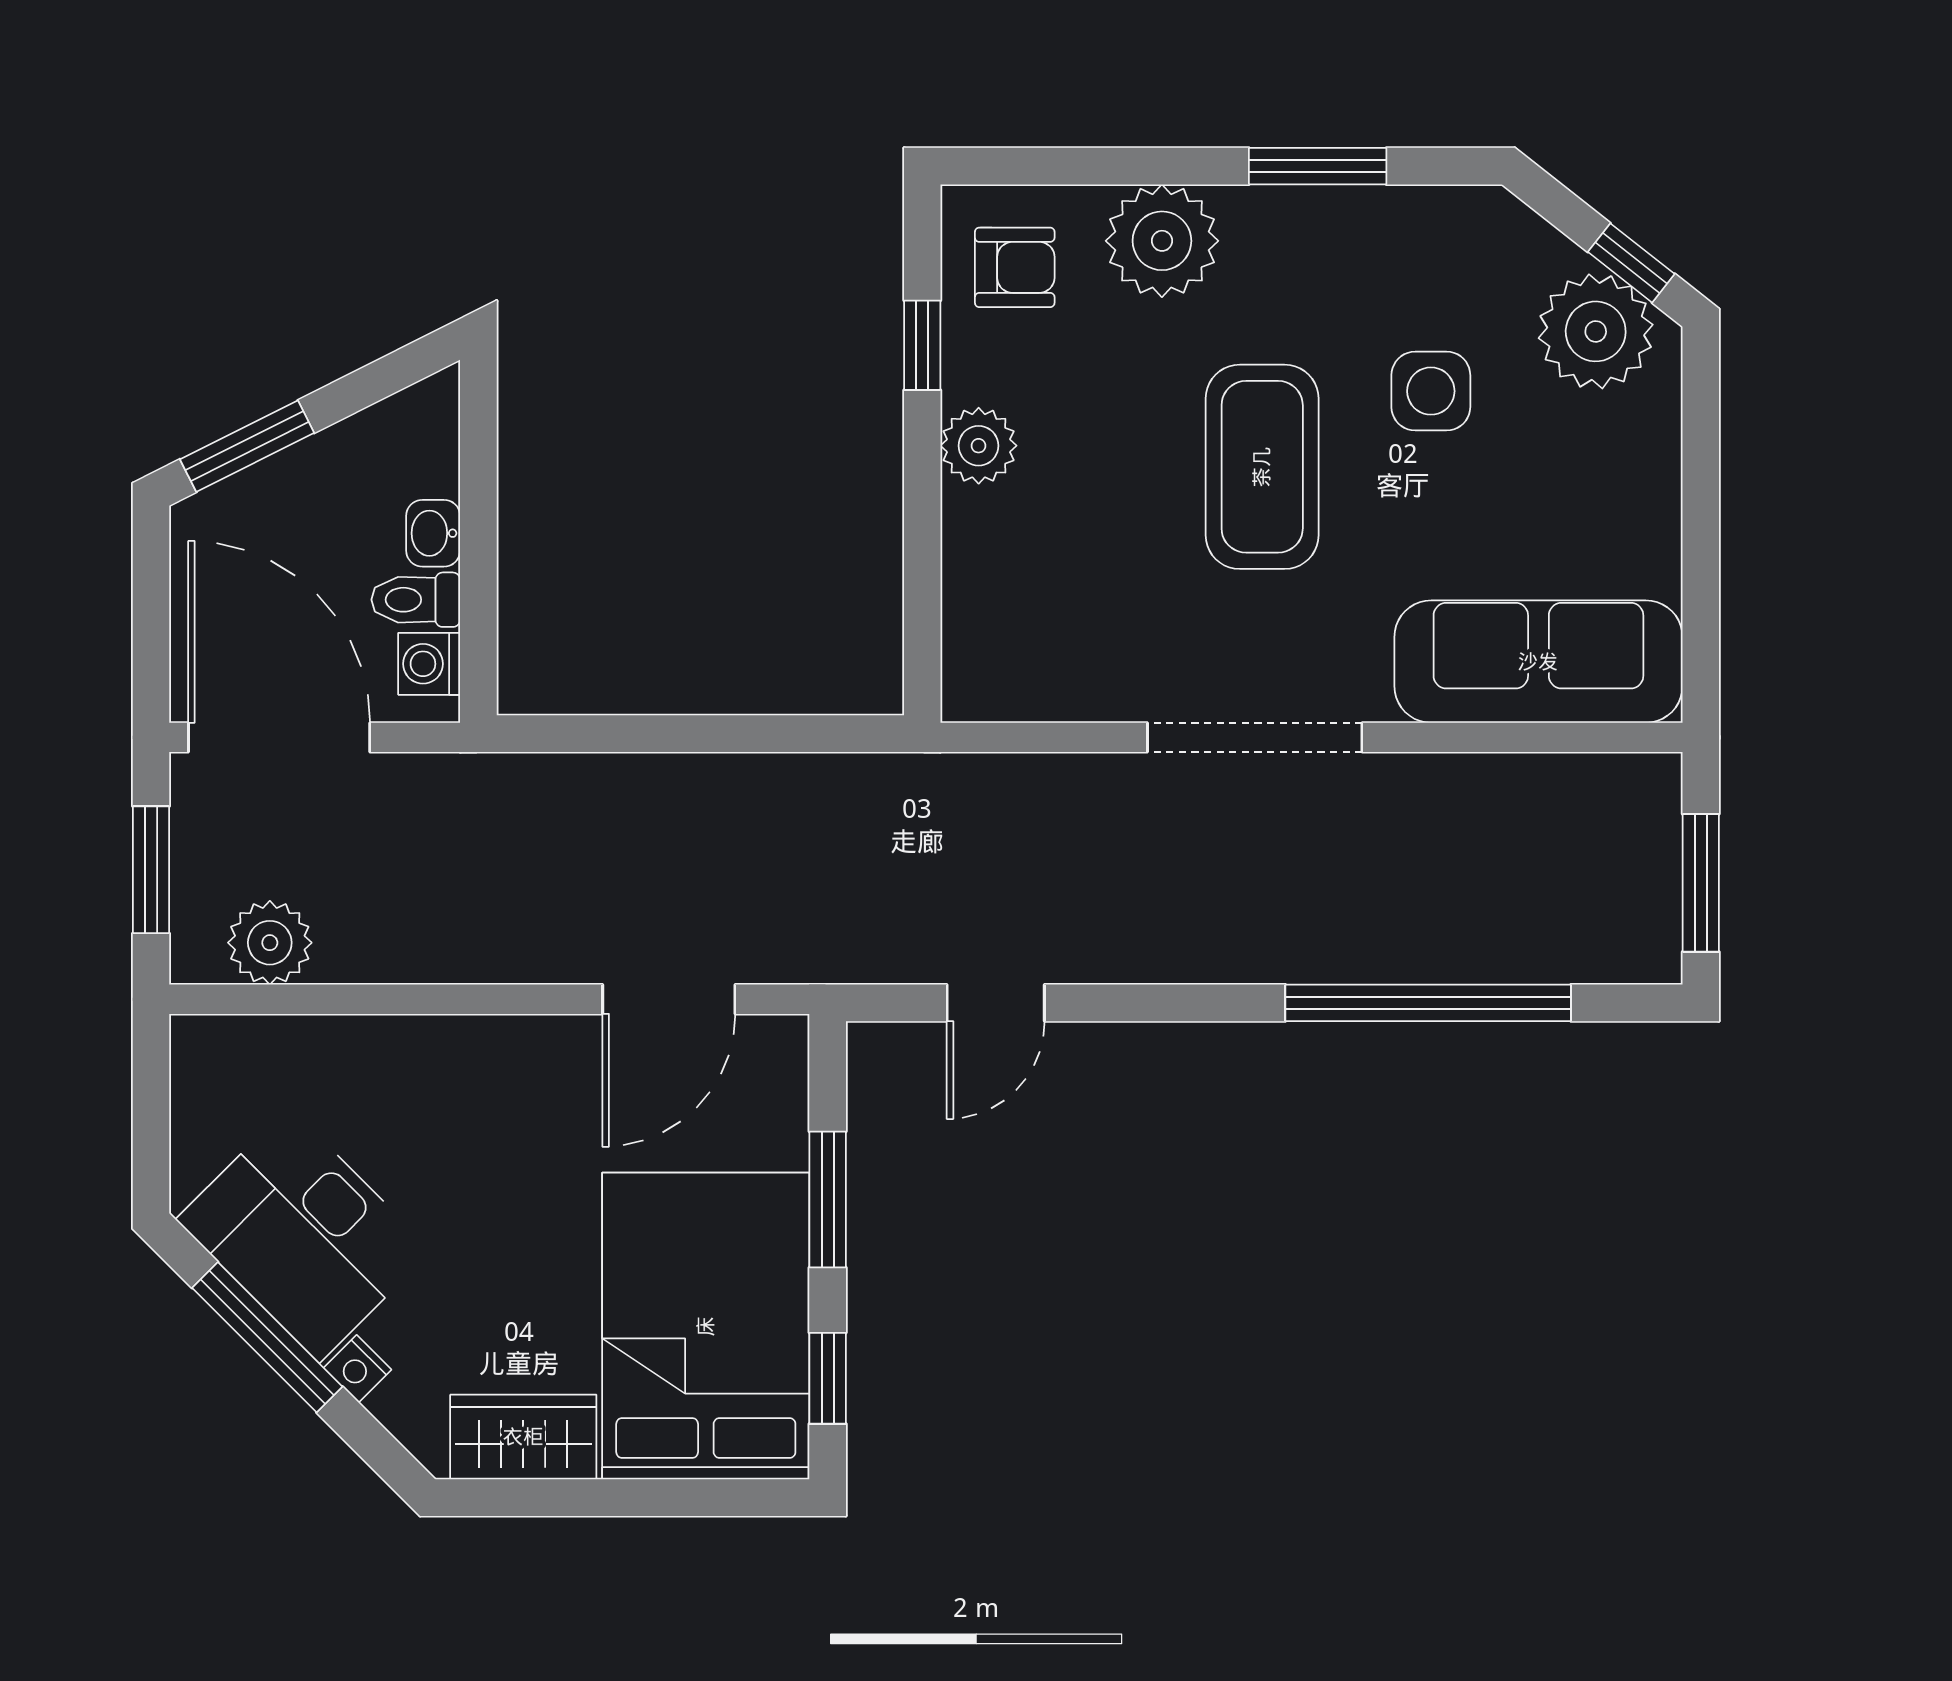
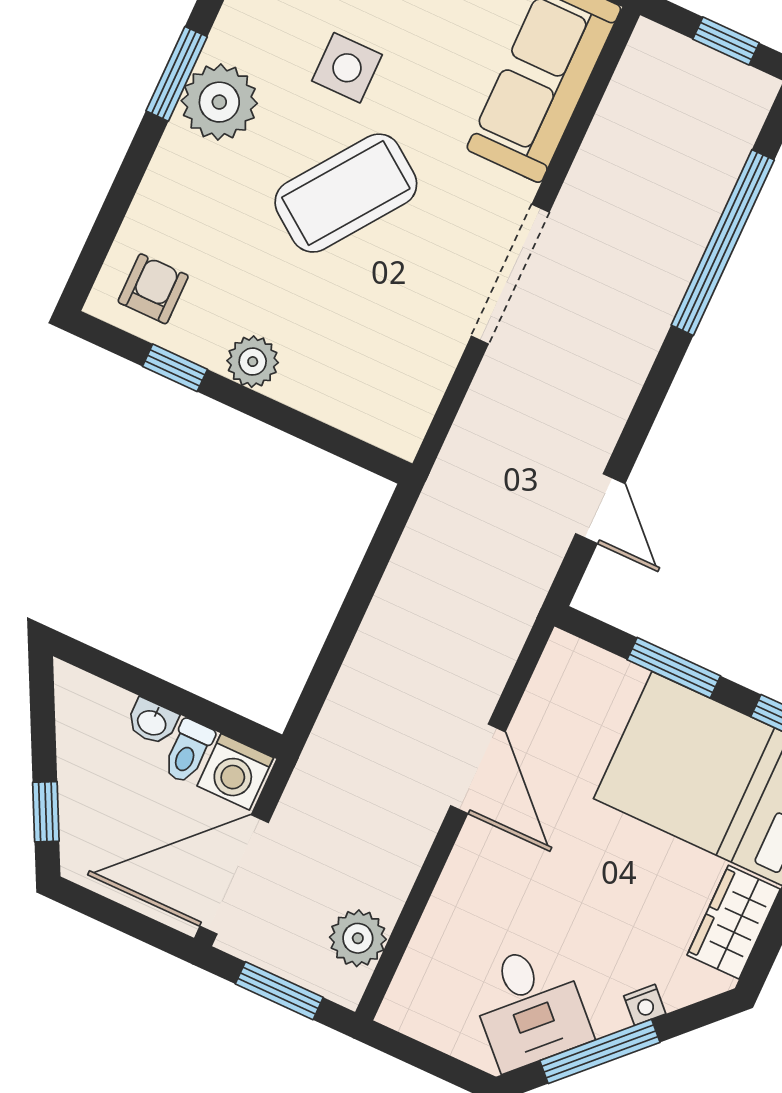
plant: (1162, 241) -> (219, 102), moved
window: (247, 446) -> (46, 812), width x0.67
coffee table: (1262, 467) -> (346, 193), turned -54
washing machine: (429, 664) -> (235, 772), width x1.38, depth x1.38
window: (1701, 883) -> (726, 41), width x0.67
door: (669, 999) -> (478, 769), moved
desk: (304, 1235) -> (530, 1006), width x0.73

